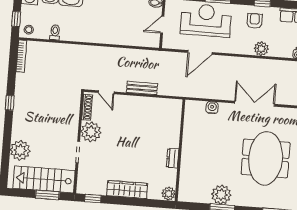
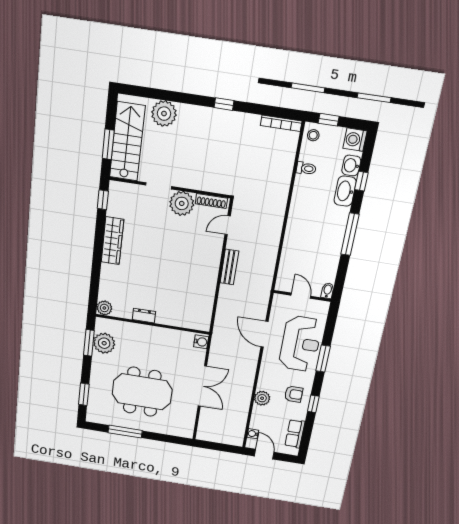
wall: (180, 150) -> (152, 324), moved
dresser: (173, 158) -> (144, 316), moved
plant: (169, 194) -> (104, 308), moved

